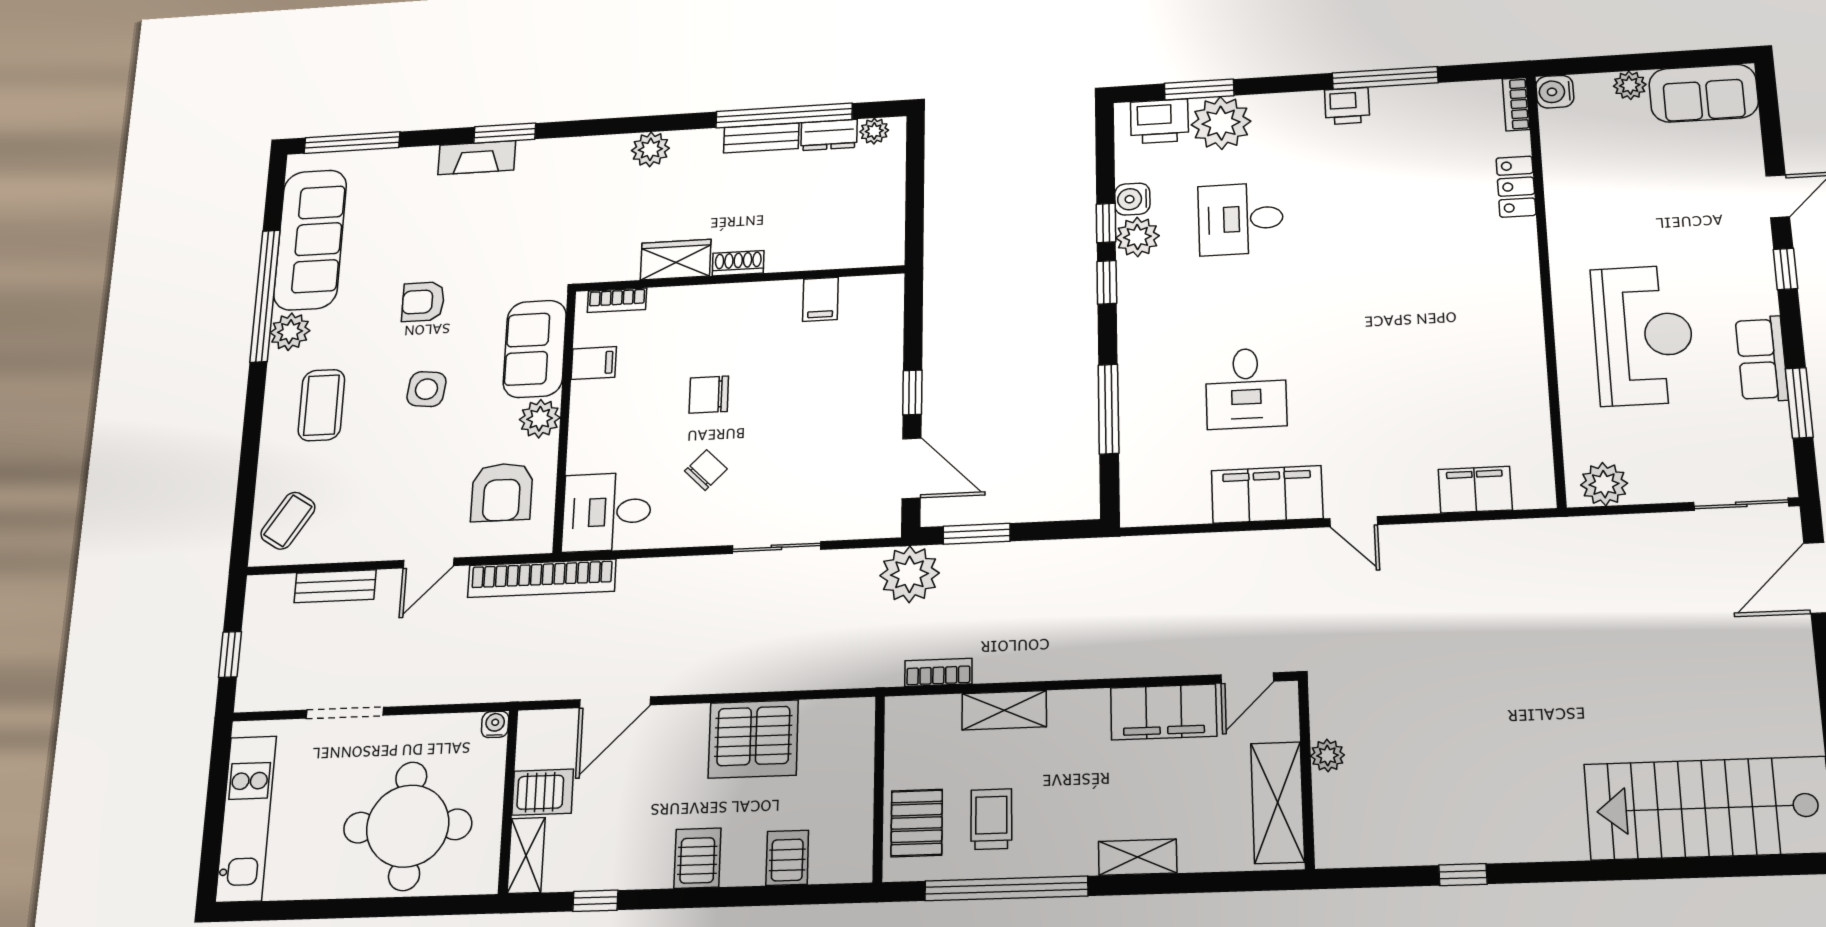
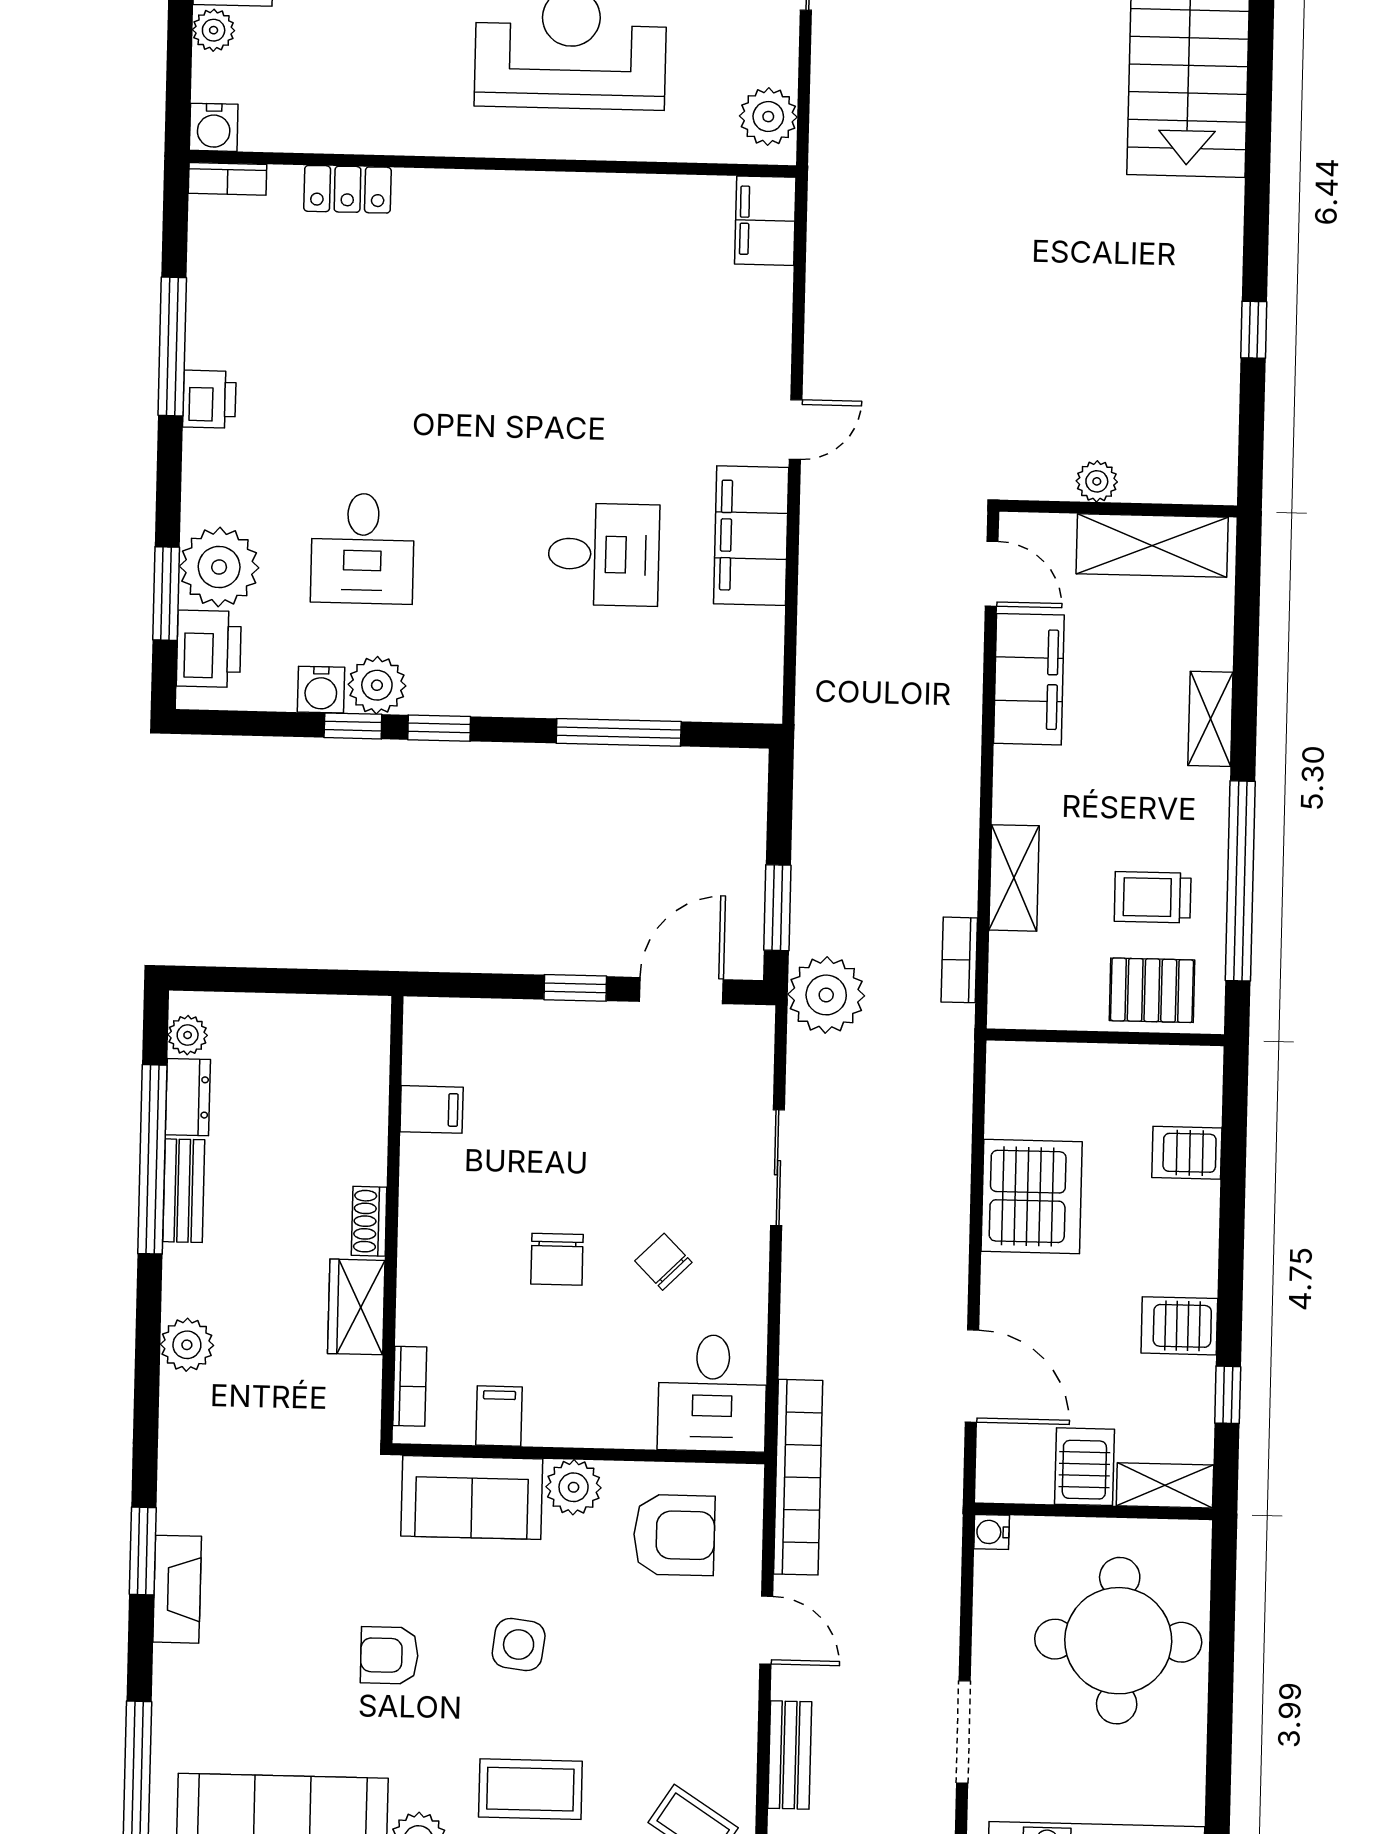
armchair: (423, 302) -> (389, 1655), turned 90
filing cabinet: (1475, 490) -> (765, 221), moved
server rack: (697, 858) -> (1179, 1326), moved

